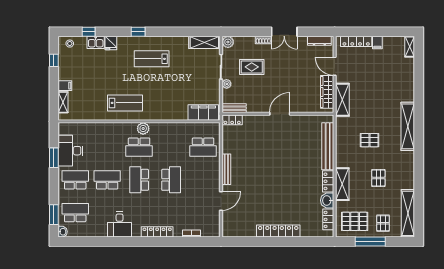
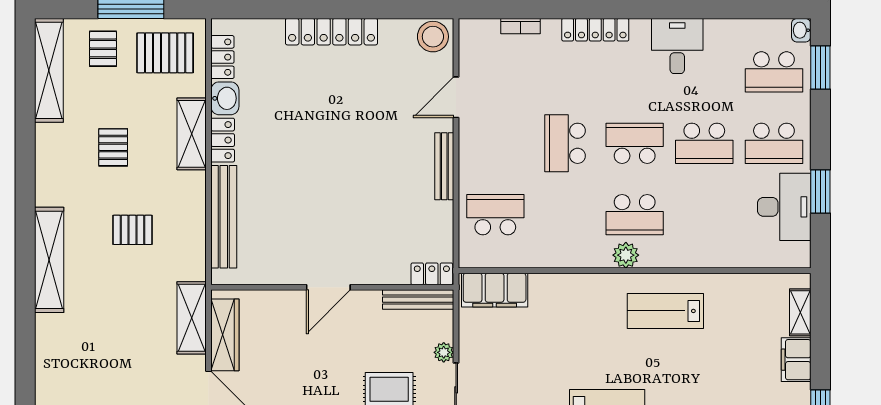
filing cabinet: (65, 86) -> (796, 360), width x2.00
bench: (234, 108) -> (418, 300), width x1.36
school desk: (139, 147) -> (635, 215), turned 180
school desk: (139, 180) -> (635, 143), turned -90
stool: (232, 229) -> (433, 37), added

